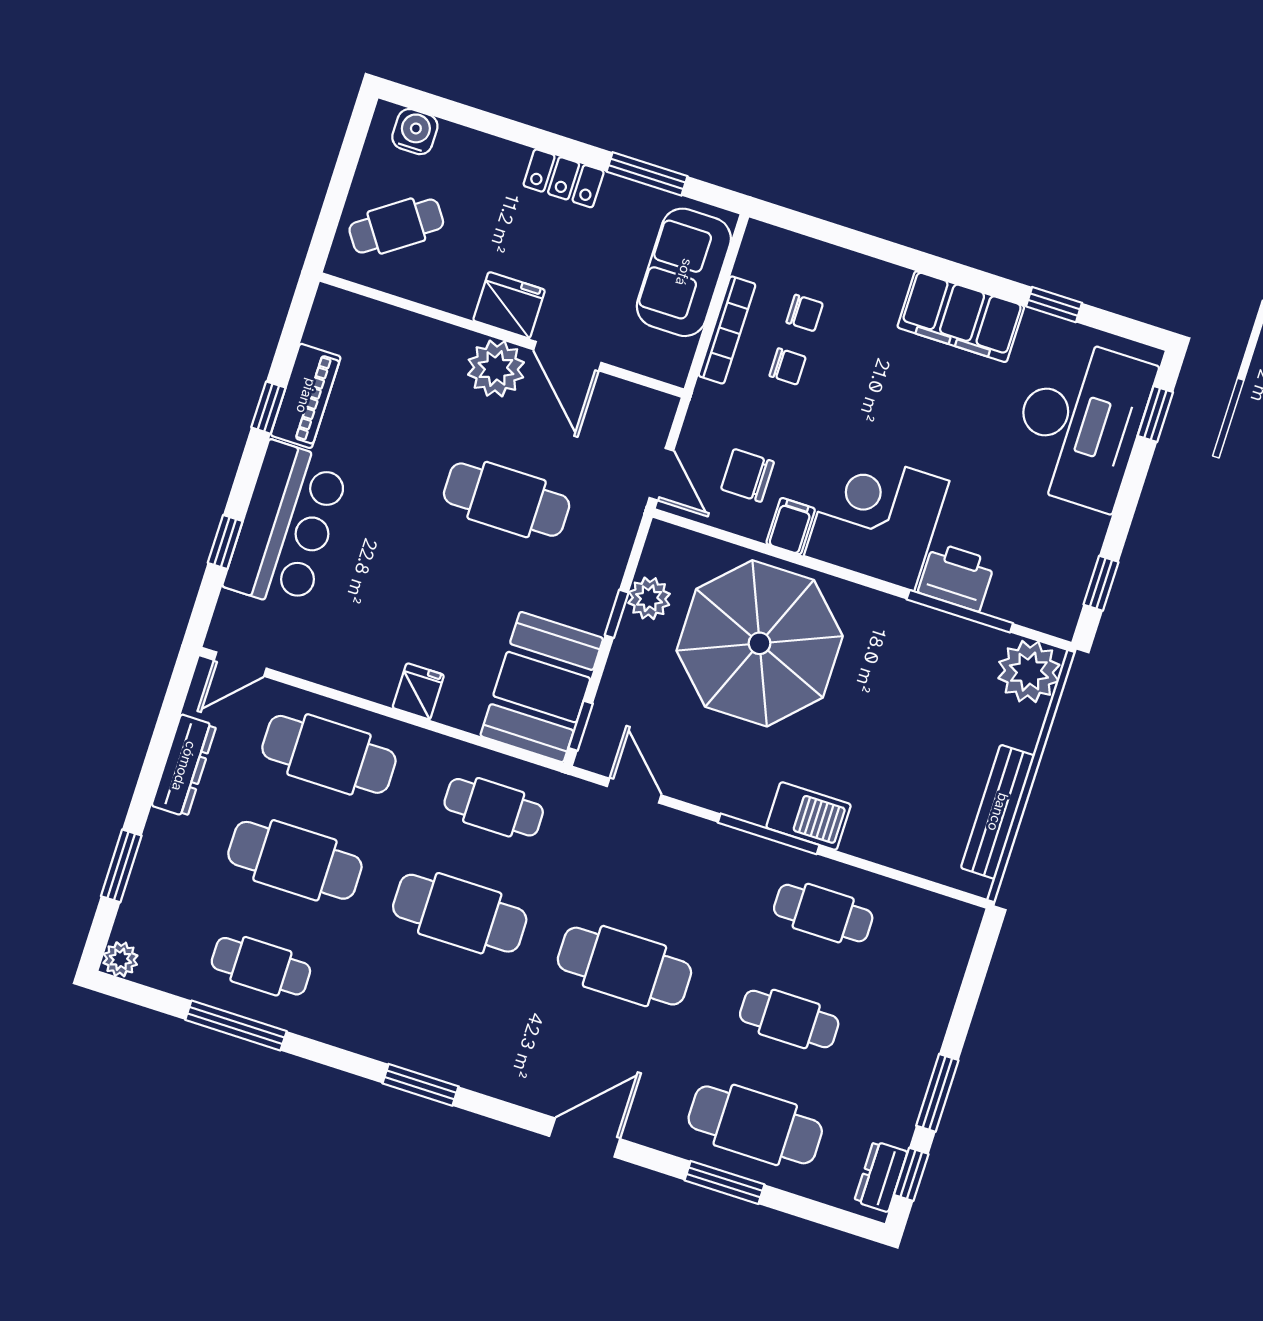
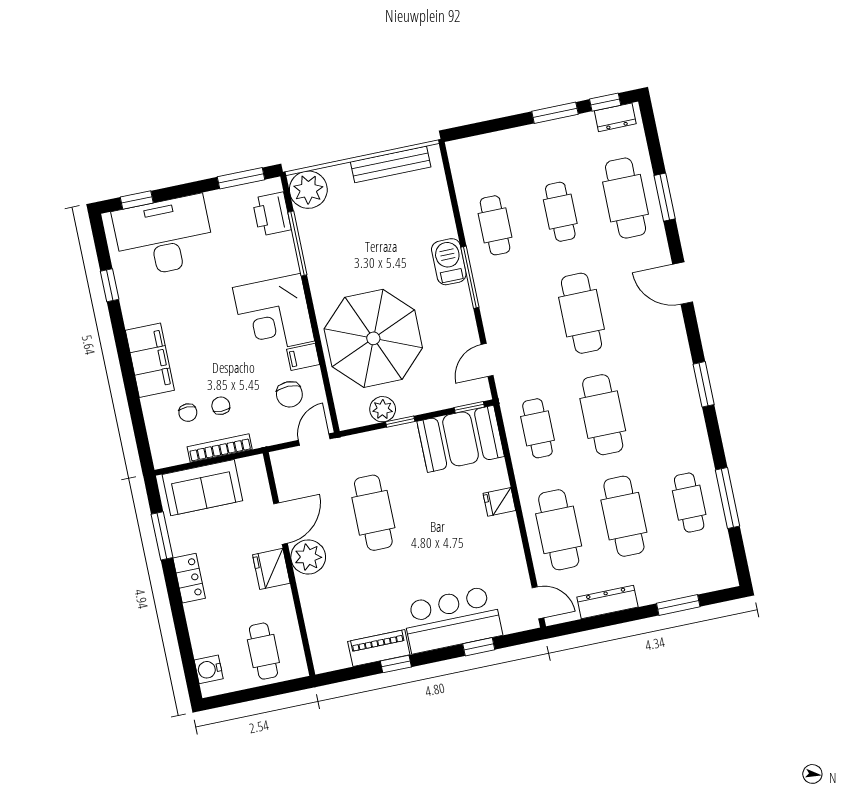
cafe table: (396, 226) -> (263, 651), turned 35
chair: (805, 313) -> (188, 413), turned 180
filing cabinet: (961, 317) -> (150, 360), moved
printer: (957, 577) -> (272, 214), moved
window: (1101, 583) -> (241, 178), width x1.50
plant: (120, 959) -> (727, 578), removed

